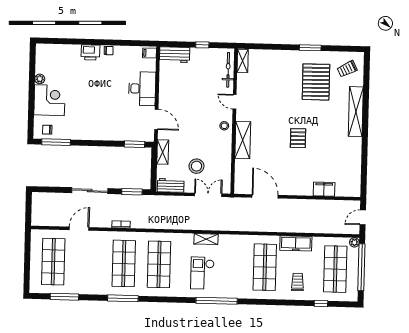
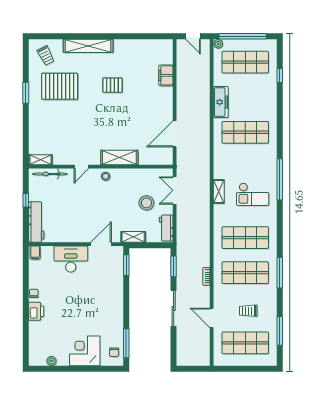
workbench: (175, 55) -> (36, 222), width x1.38
plant: (40, 79) -> (52, 361), moved
pallet: (298, 138) -> (112, 85), moved
trolley: (298, 282) -> (248, 311), moved

